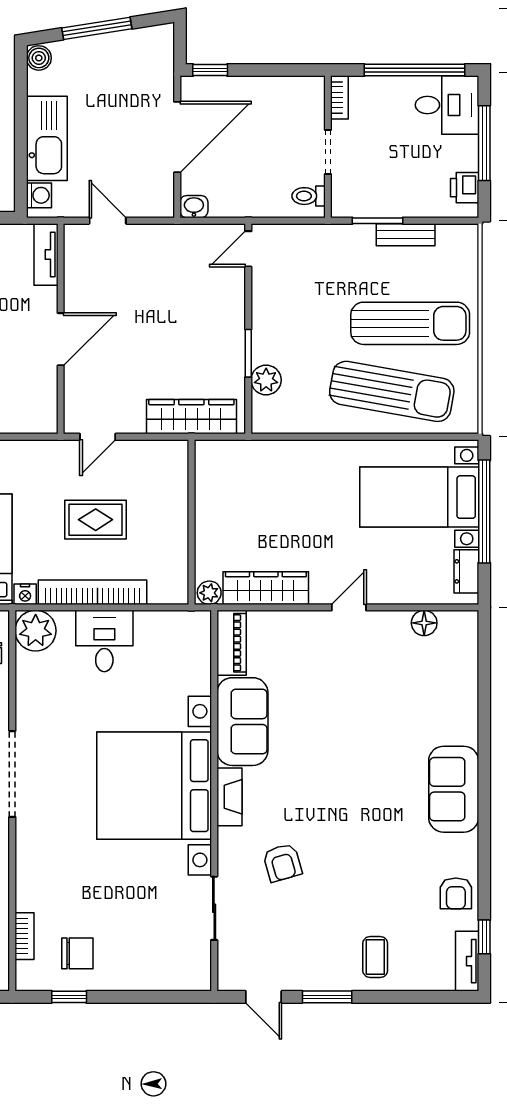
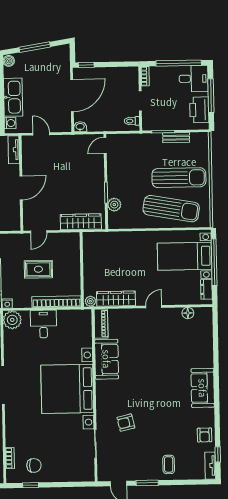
printer: (465, 188) -> (199, 110), width x1.87, depth x1.48
bookcase: (93, 592) -> (57, 302), moved
fireplace: (229, 797) -> (101, 393), removed
armchair: (282, 863) -> (126, 423), turned 93

